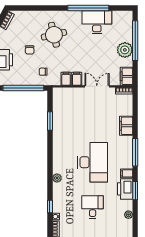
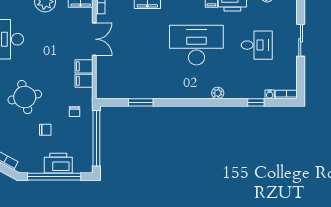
double door: (97, 86) -> (94, 39), swing flipped
desk: (93, 207) -> (257, 45), turned 180

